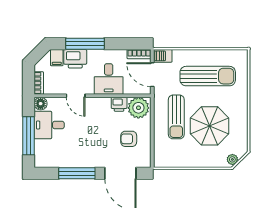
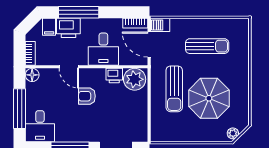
sun lounger: (208, 76) -> (207, 46), width x0.73, depth x0.75
desk: (49, 125) -> (40, 126), moved, turned -90
armchair: (129, 139) -> (87, 96), moved

